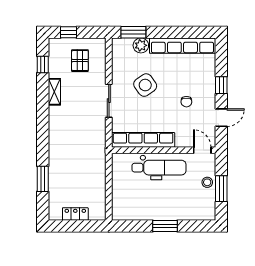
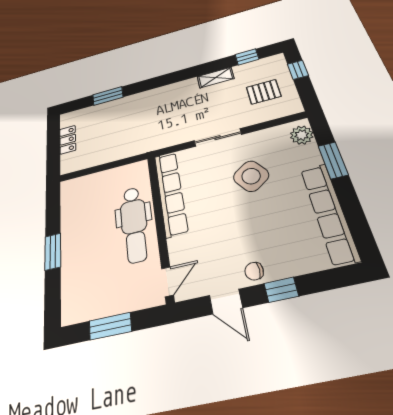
window: (133, 32) -> (333, 160), moved
plant: (141, 45) -> (302, 135), moved
chair: (186, 102) -> (254, 271), moved
stool: (207, 182) -> (118, 301), removed

